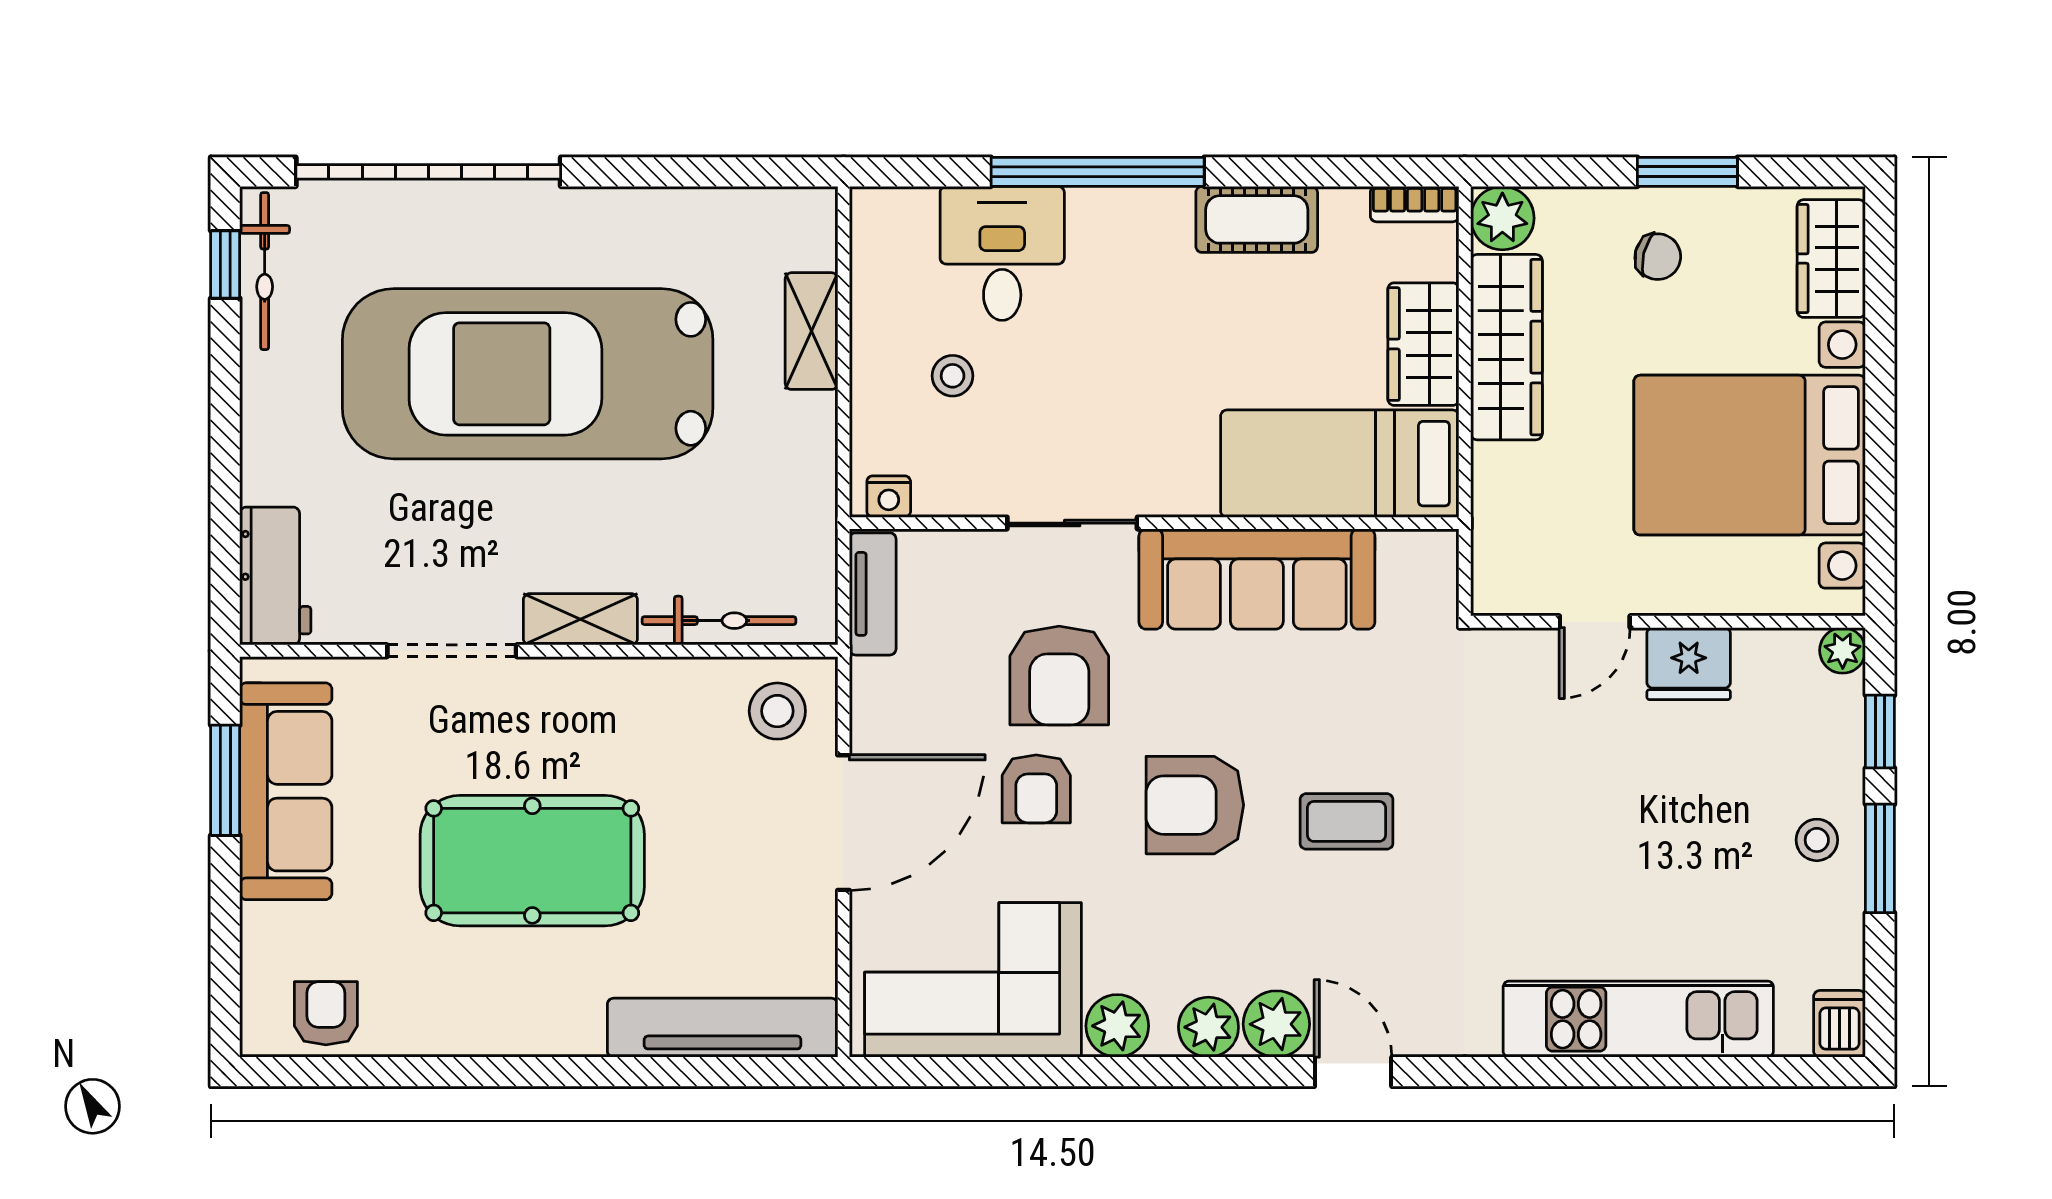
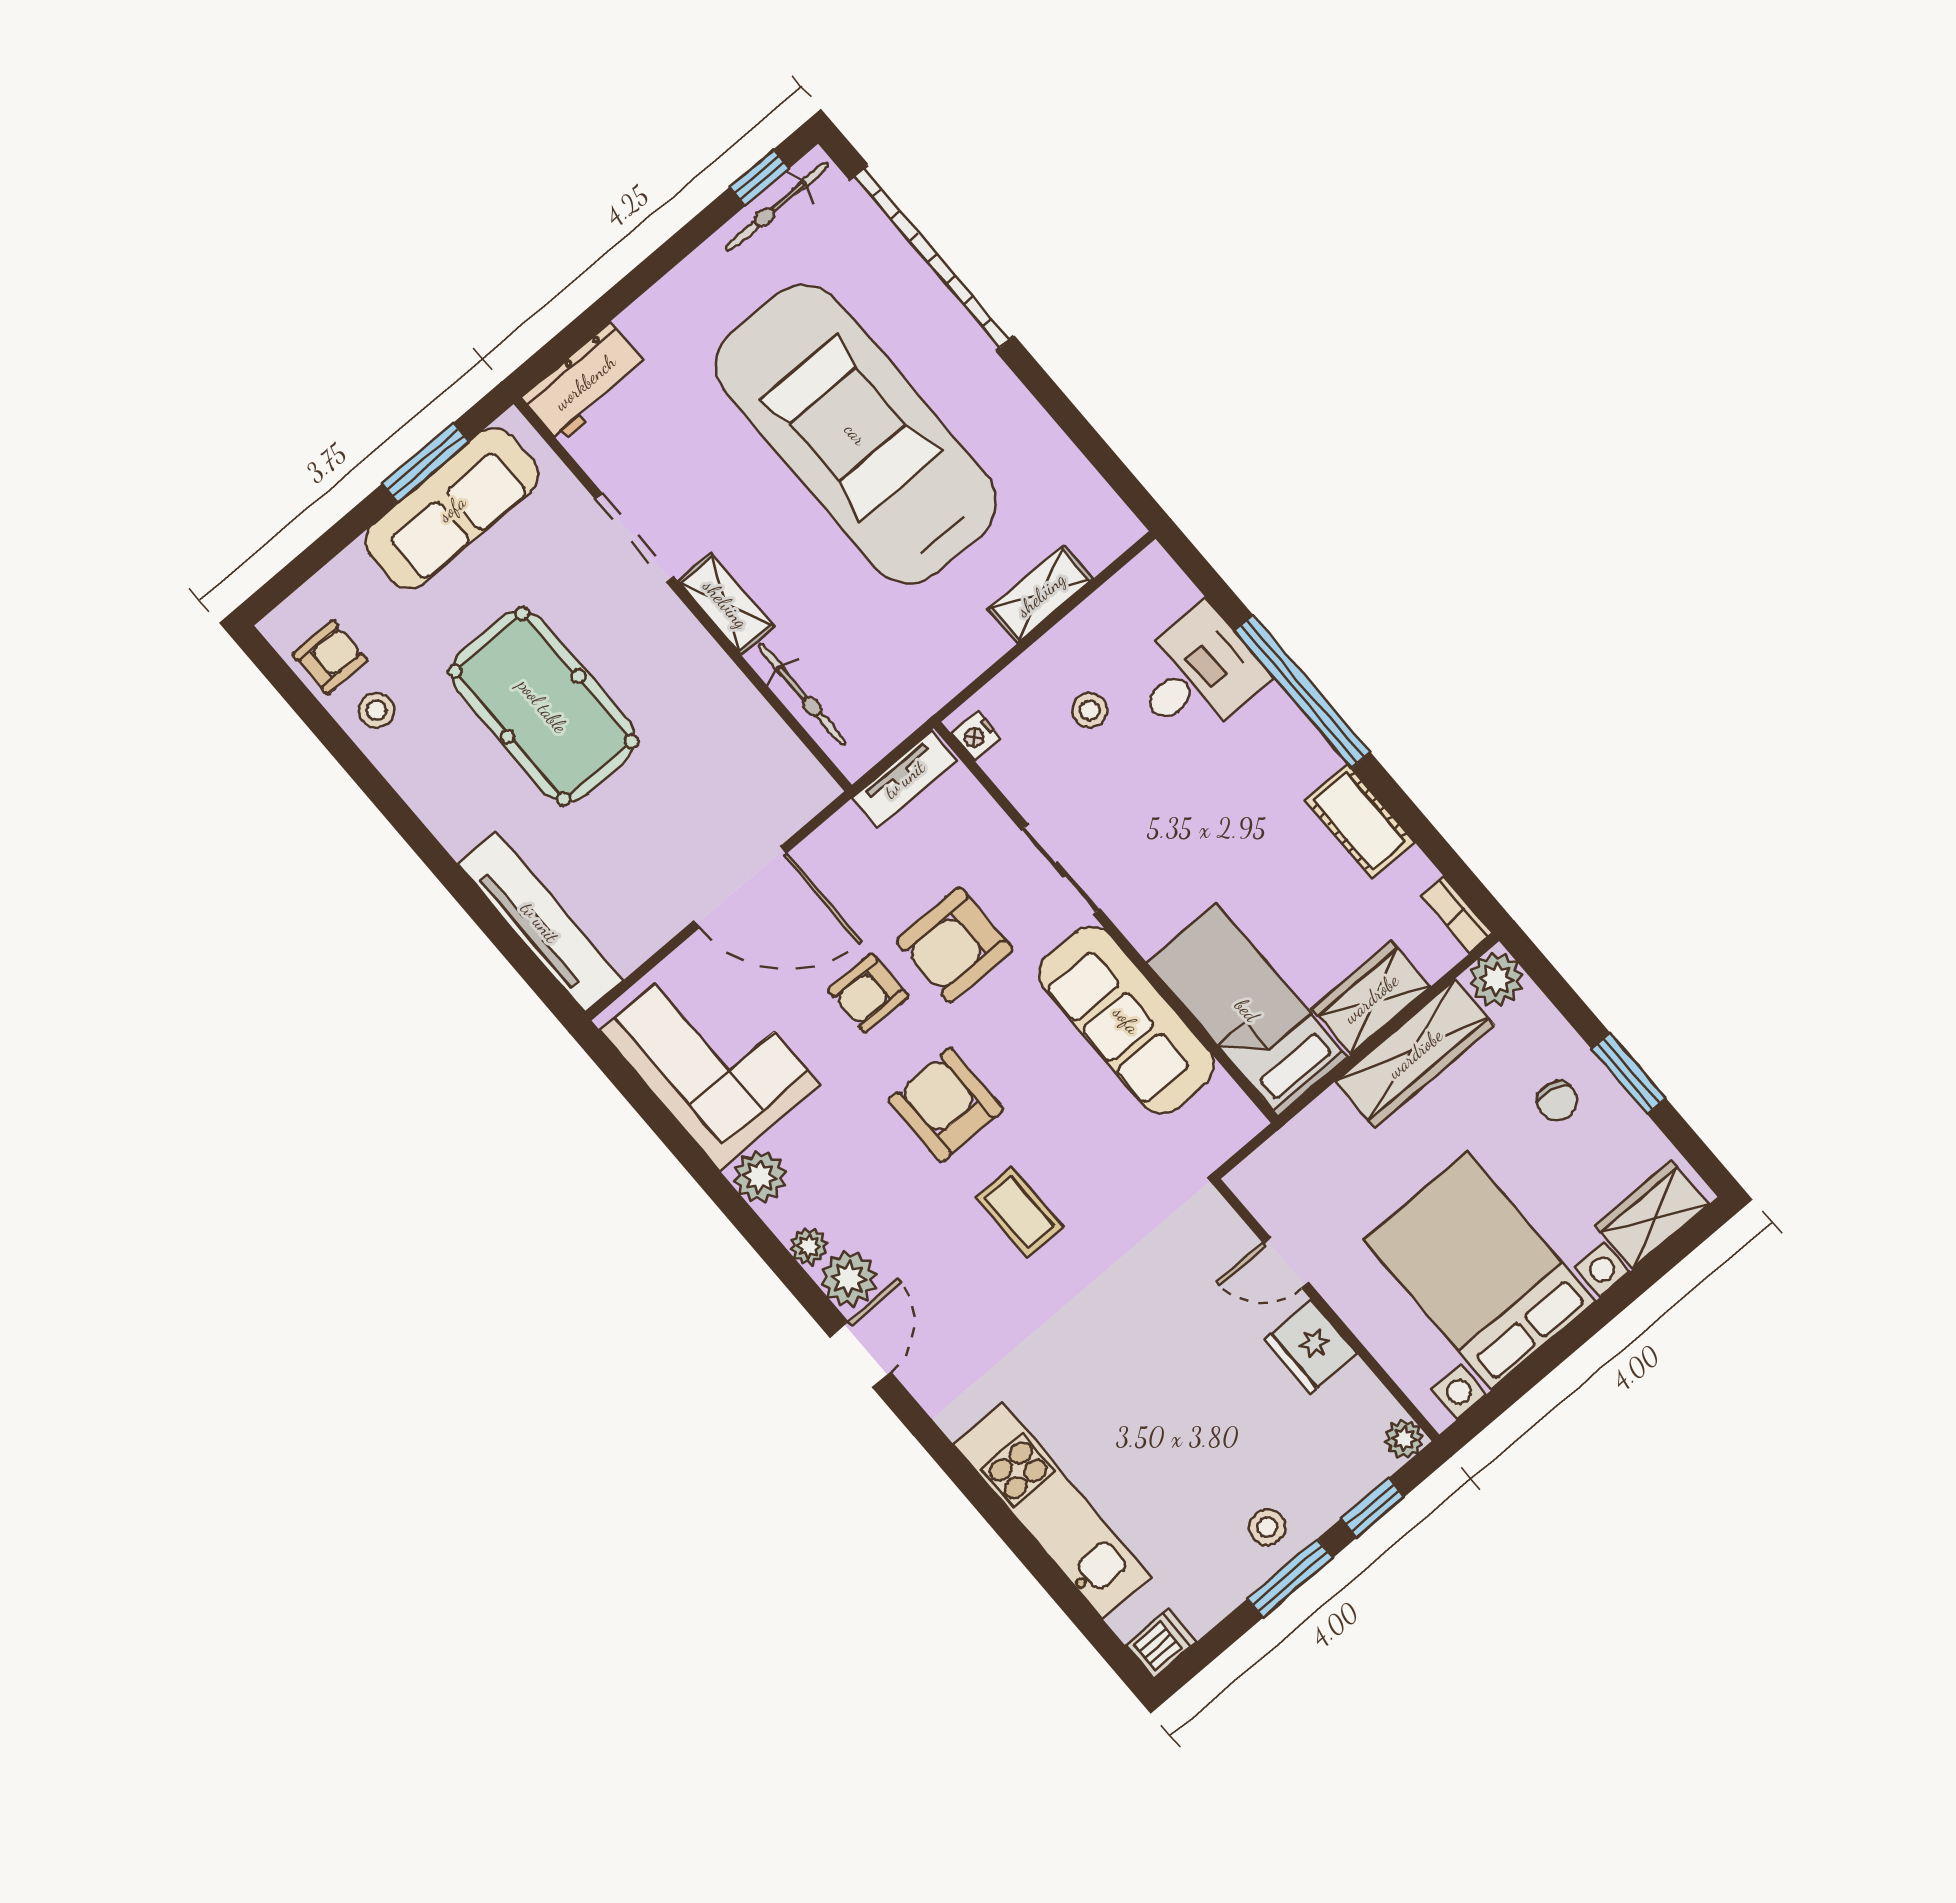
stool: (777, 711) -> (377, 710), moved, width x0.73, depth x0.73
plant: (1208, 1027) -> (809, 1246), width x0.73, depth x0.73

